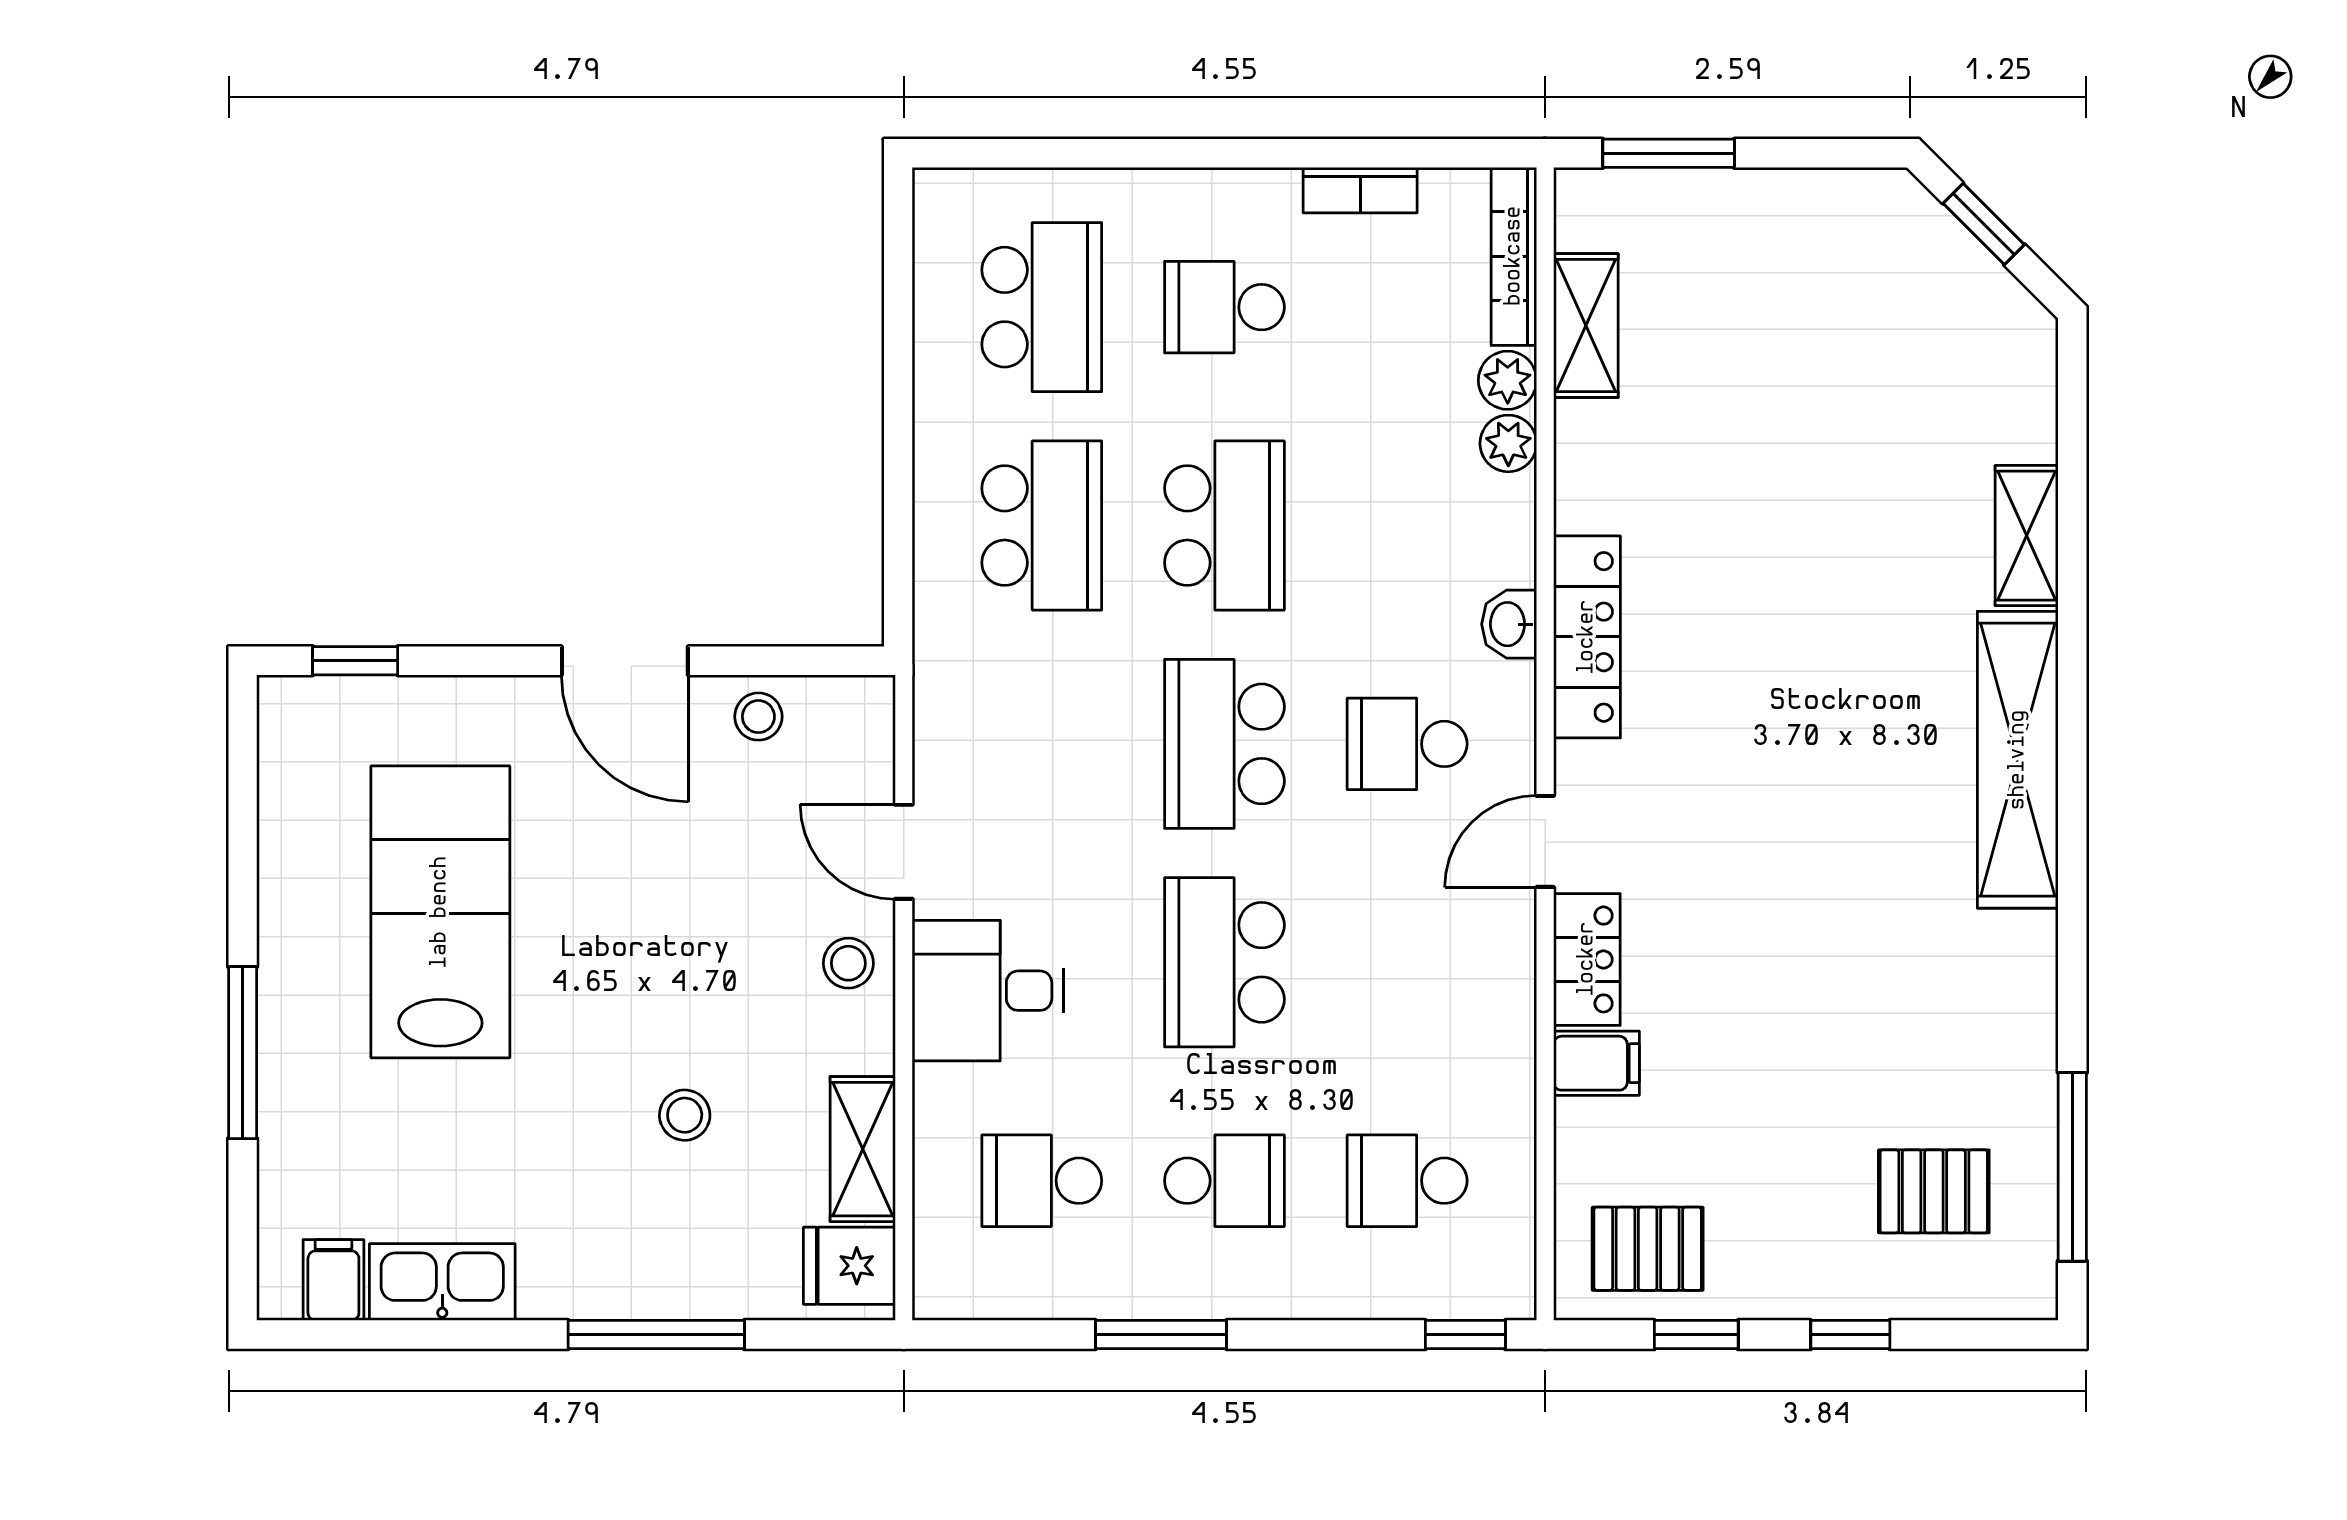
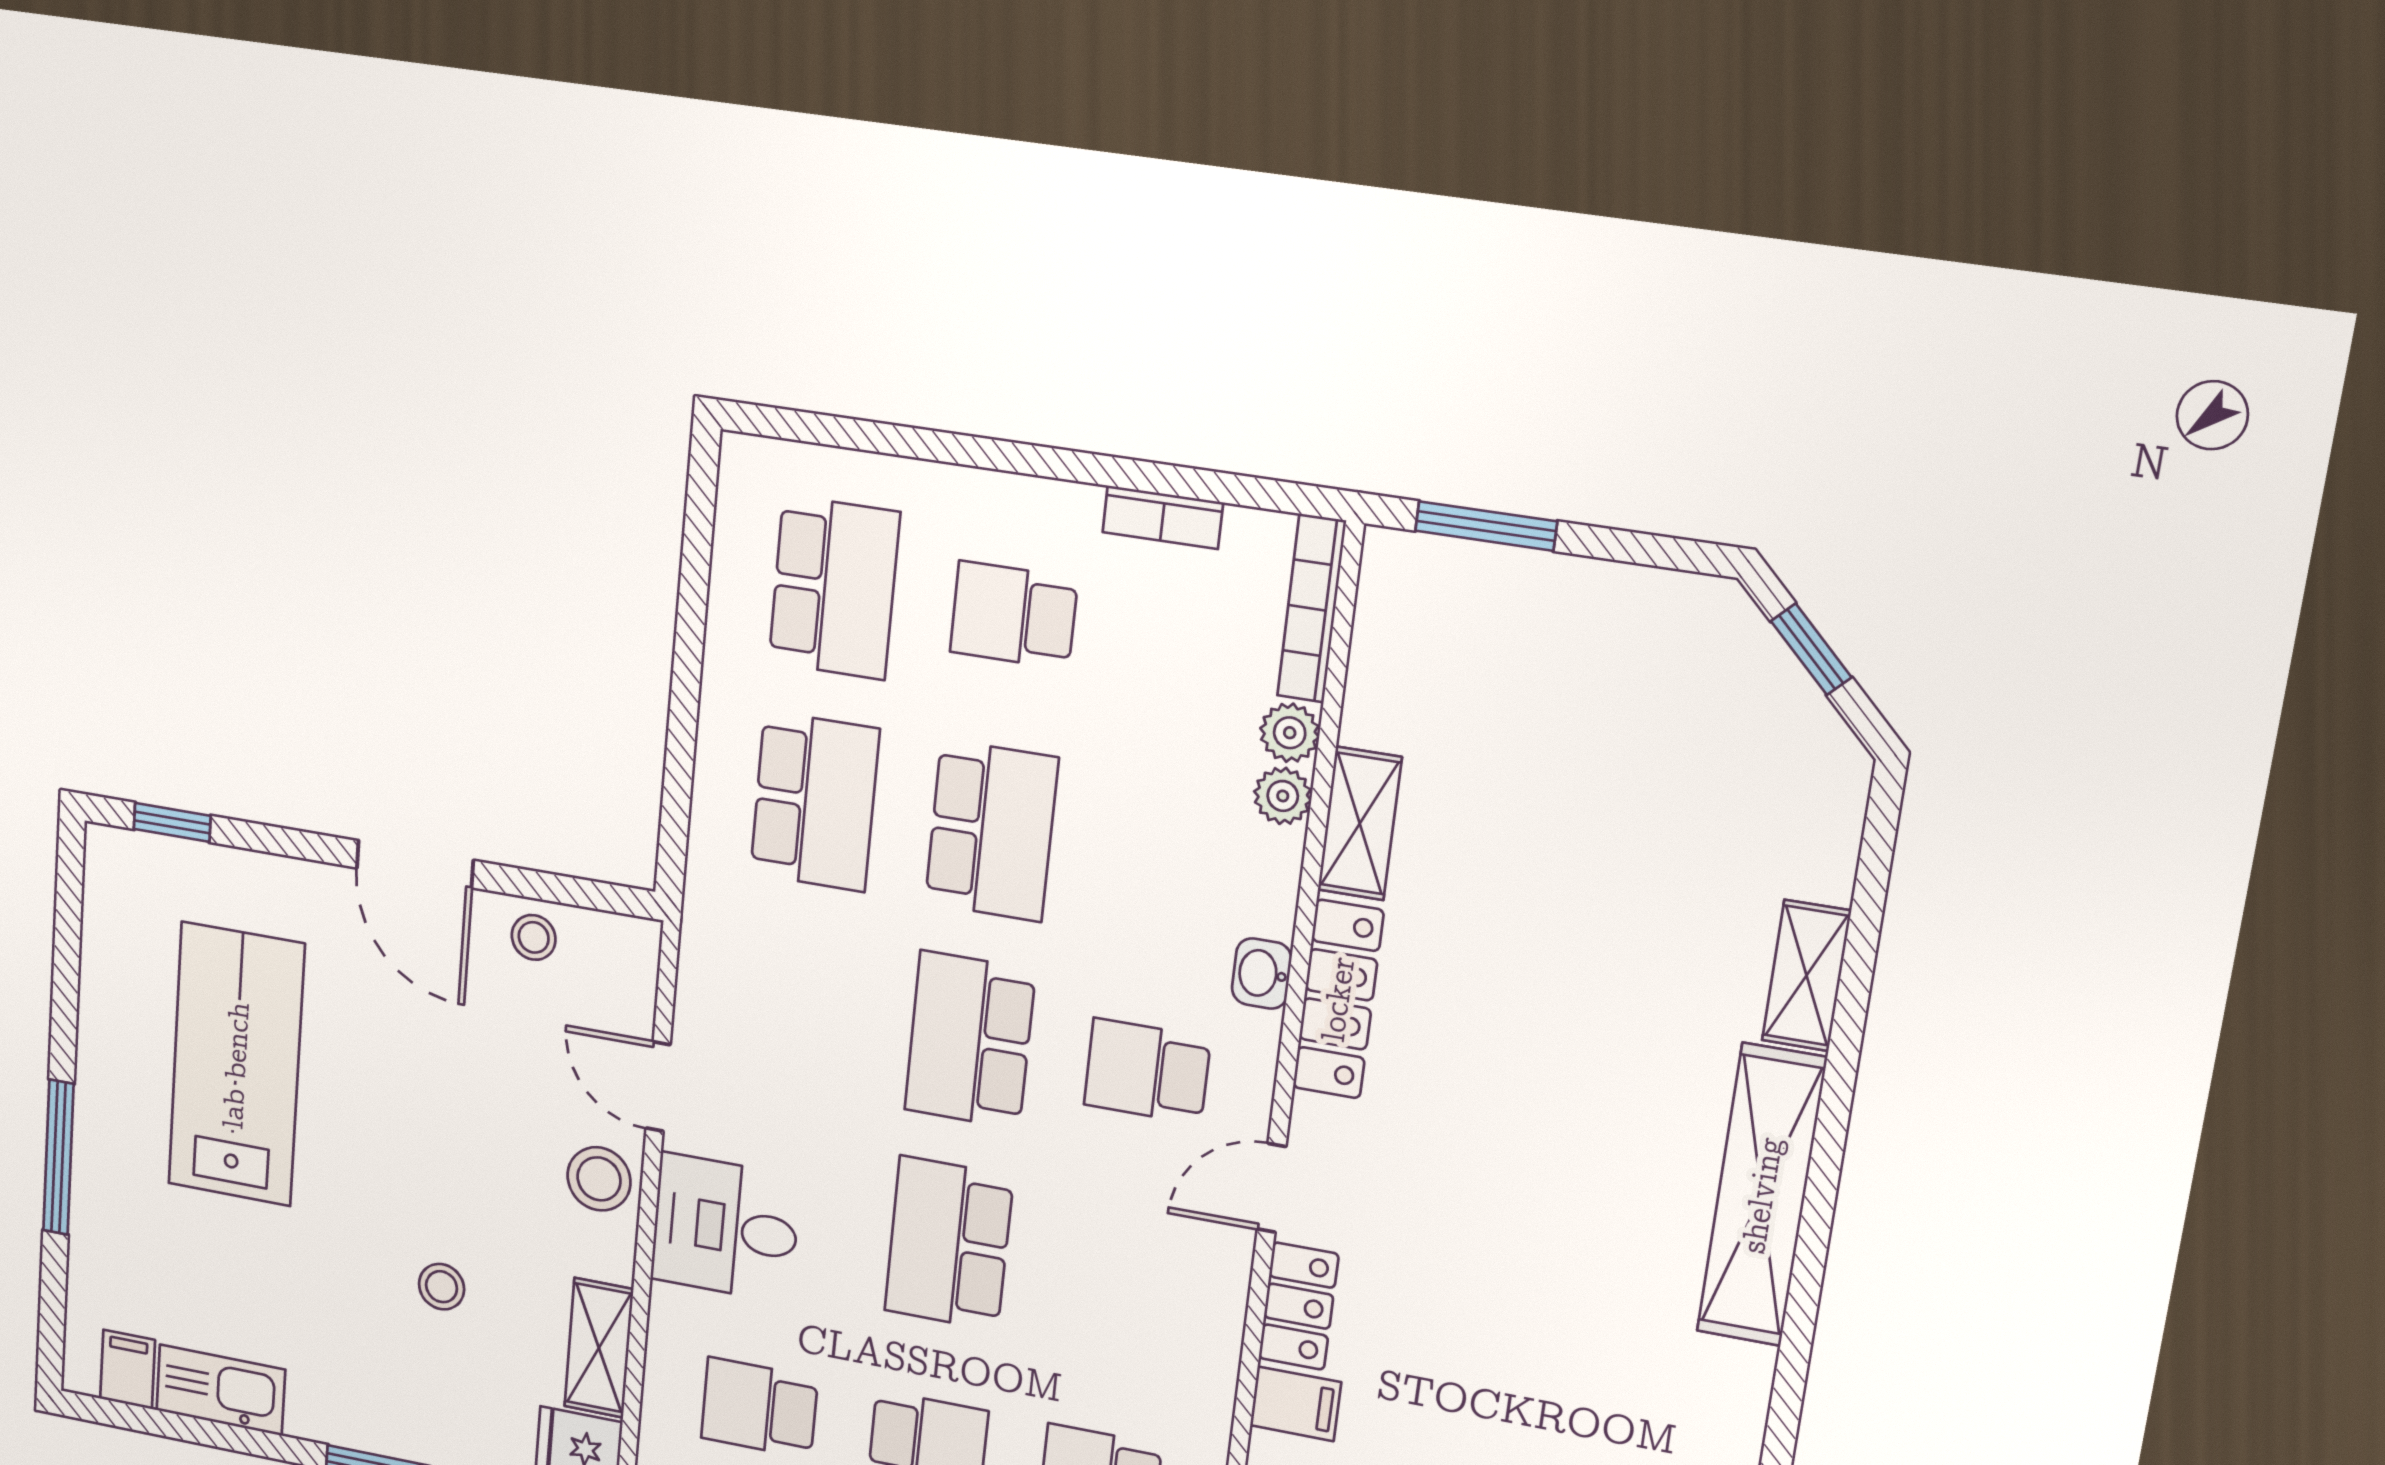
shelving: (1586, 326) -> (1360, 824), moved
stool: (848, 963) -> (599, 1179), width x1.37, depth x1.37

